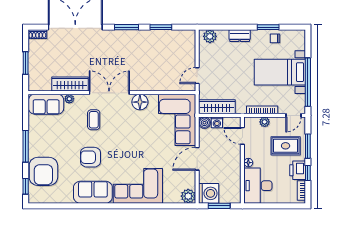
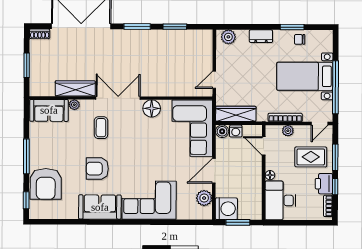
plant: (188, 196) -> (204, 198), moved

